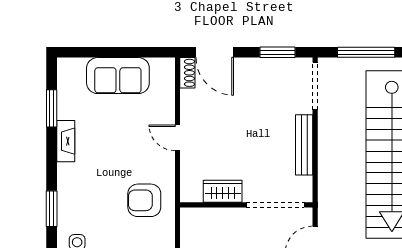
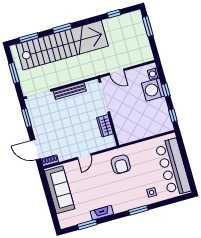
door: (215, 52) -> (36, 150), swing flipped
window: (366, 52) -> (14, 73), width x0.69
sofa: (118, 76) -> (60, 190), width x1.36

